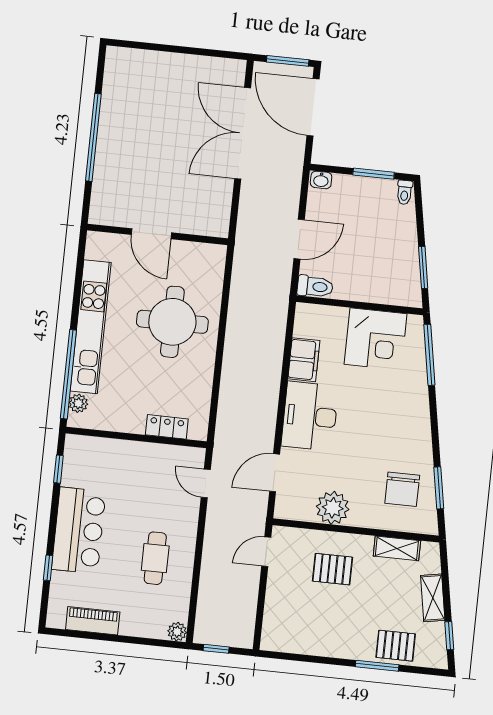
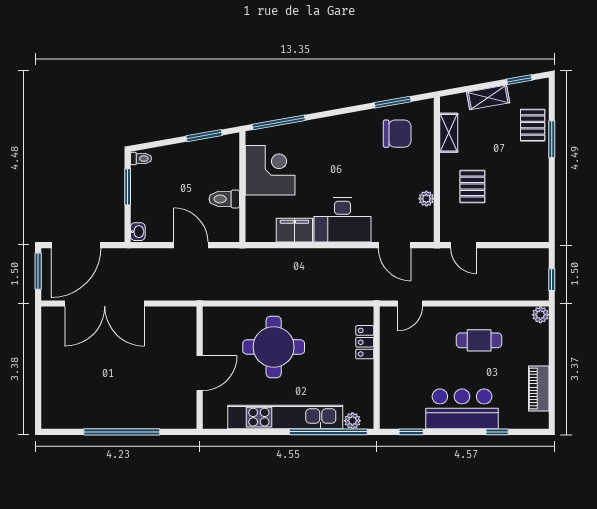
toilet: (315, 287) -> (224, 199), moved, turned -90
plant: (333, 508) -> (426, 199), width x0.53, depth x0.53

